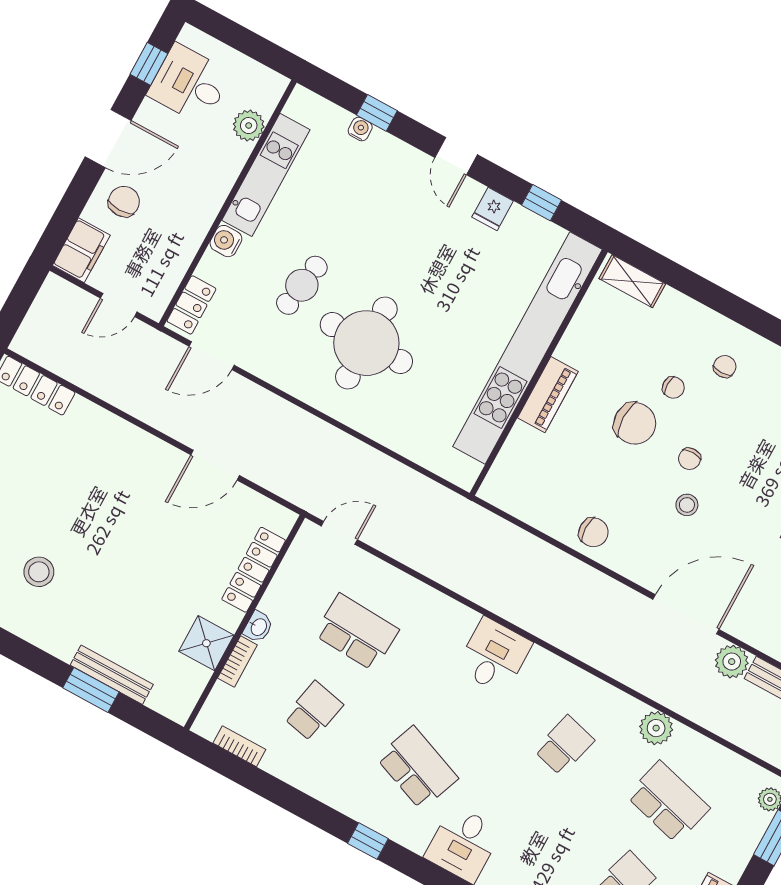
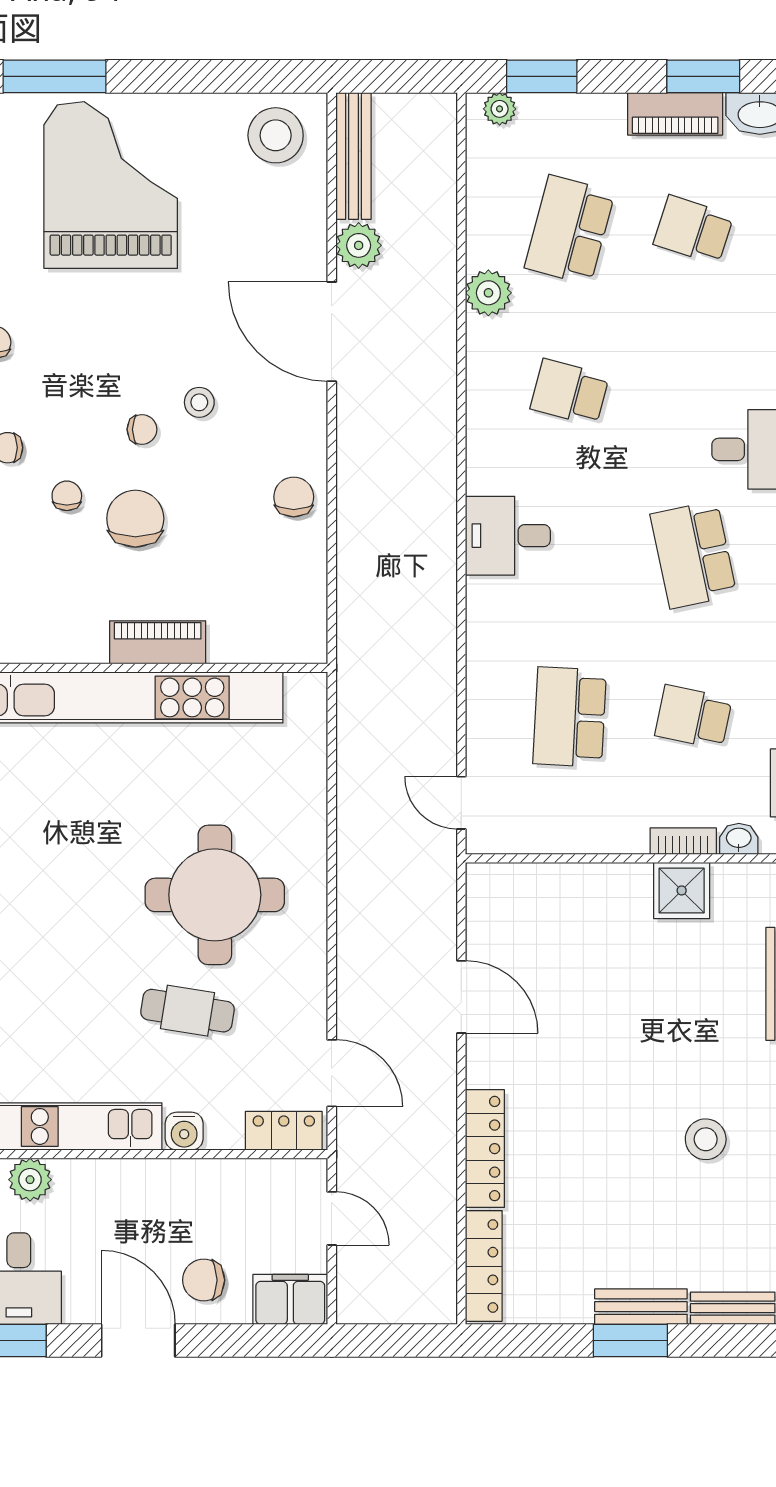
locker: (254, 570) -> (485, 1149), moved, turned -90
washbasin: (258, 627) -> (739, 839), moved
school desk: (417, 768) -> (693, 555), turned -33

